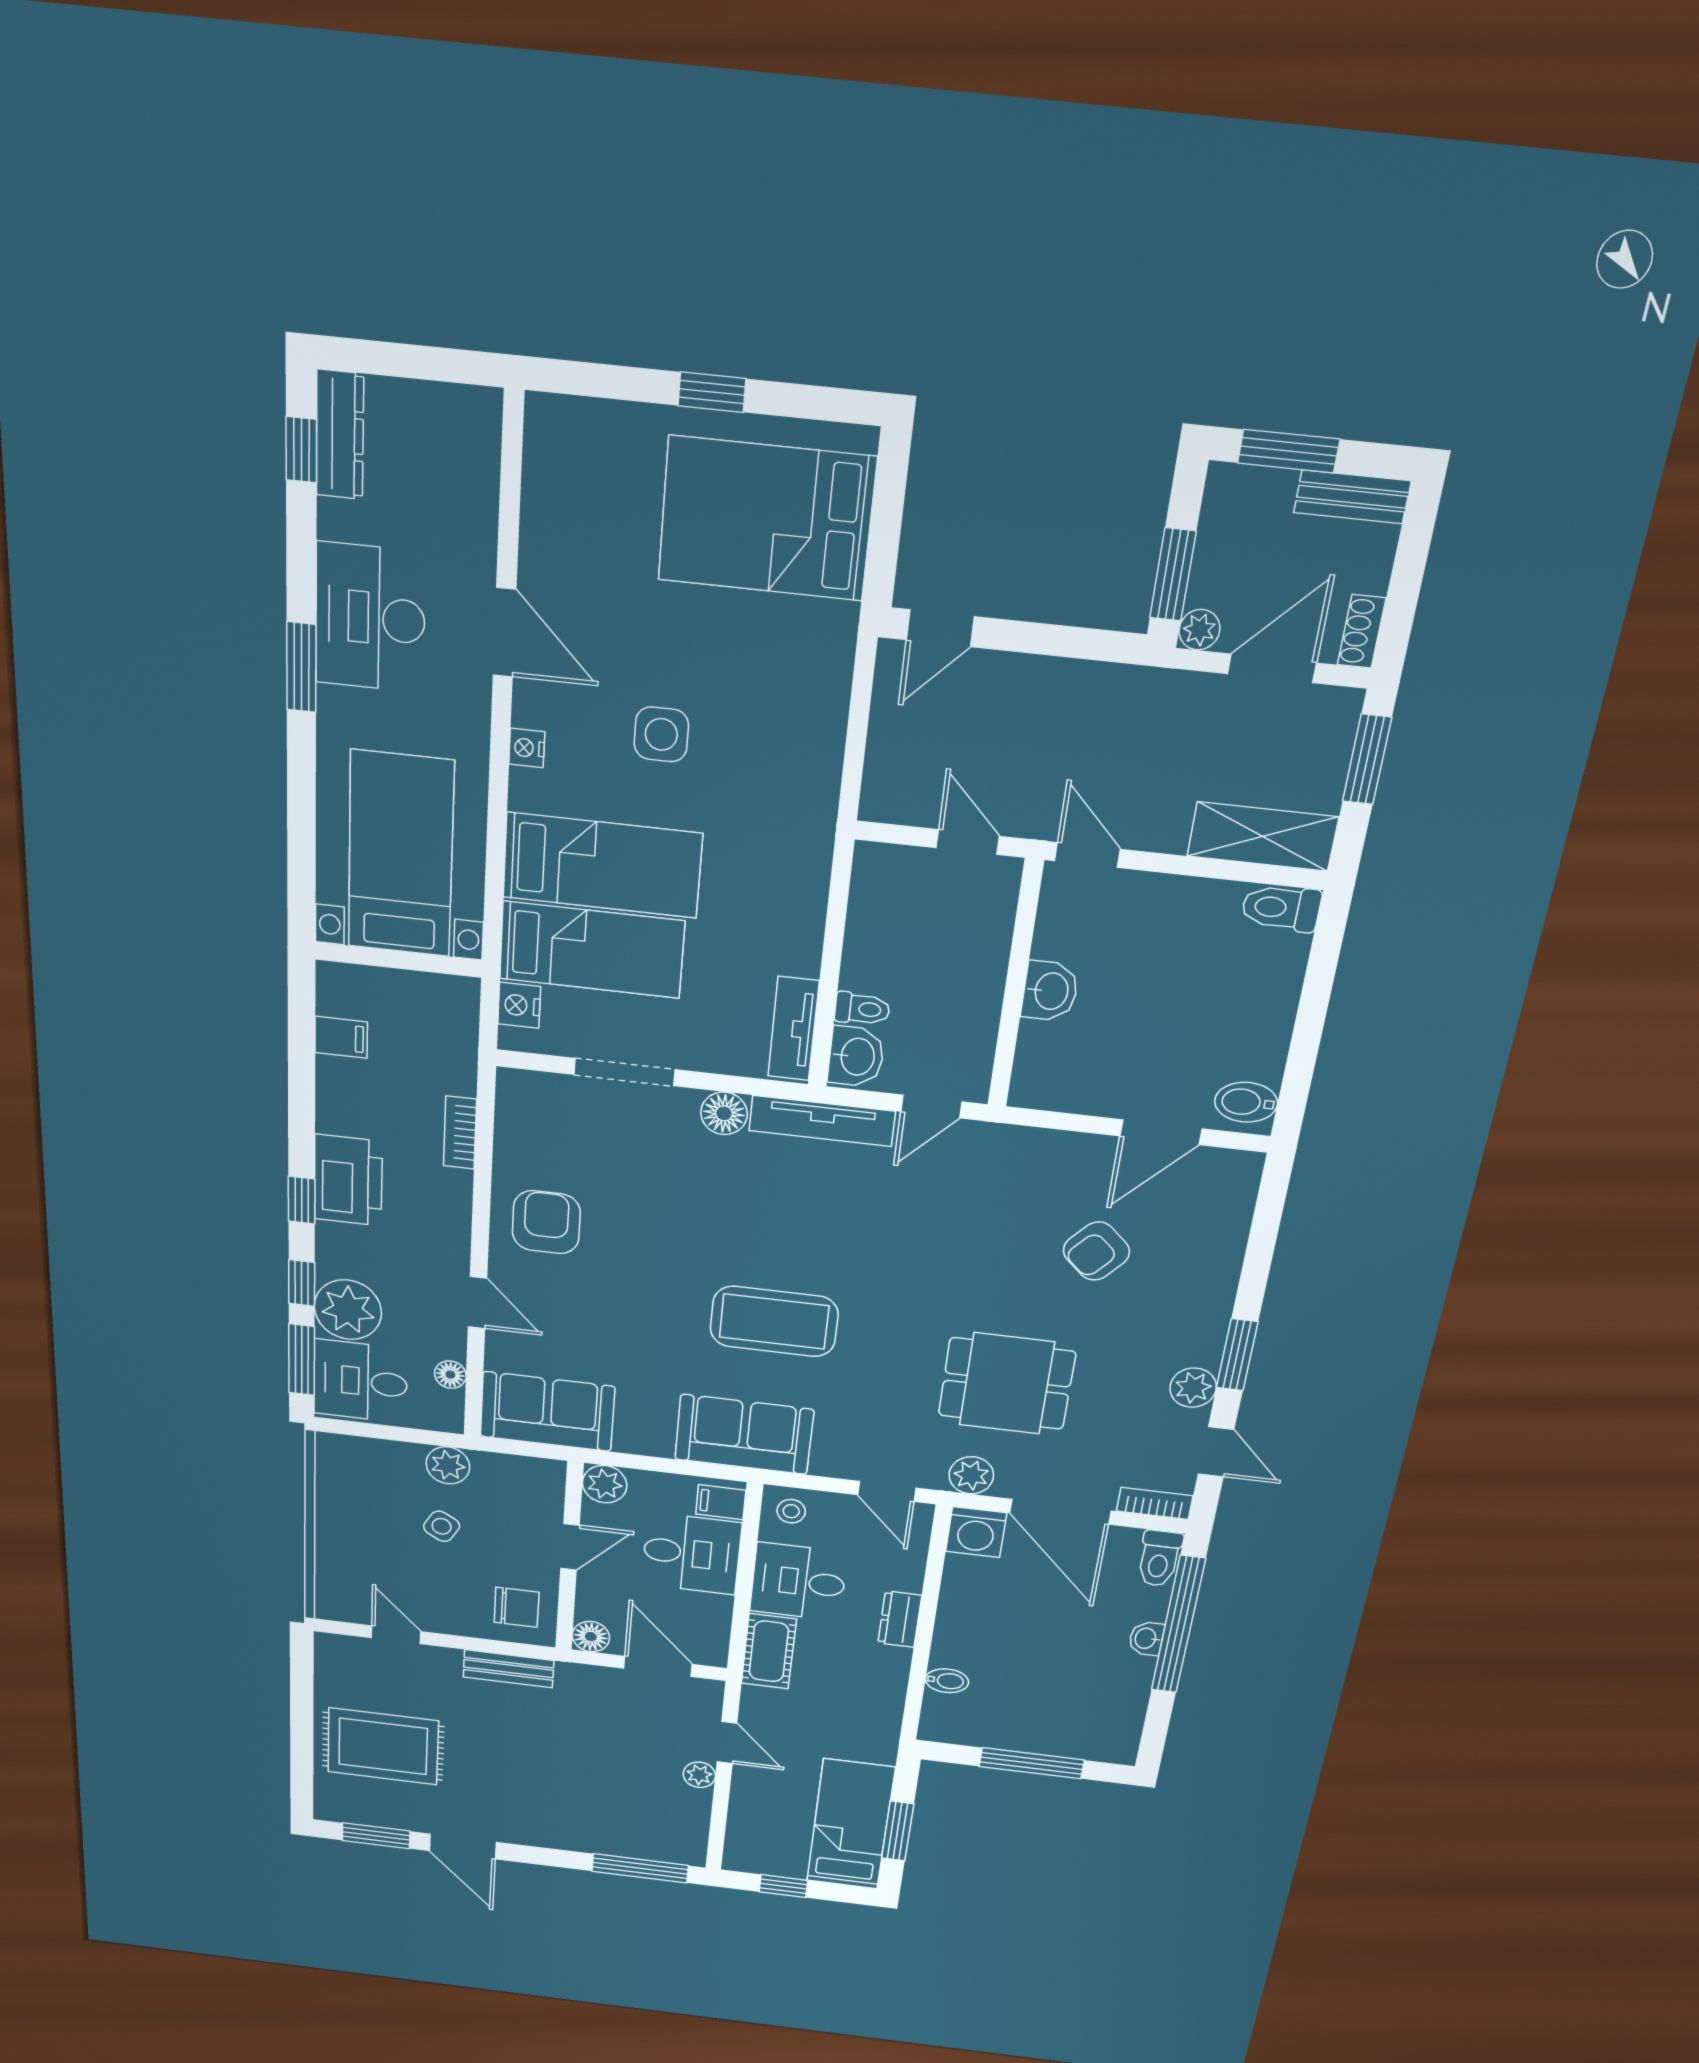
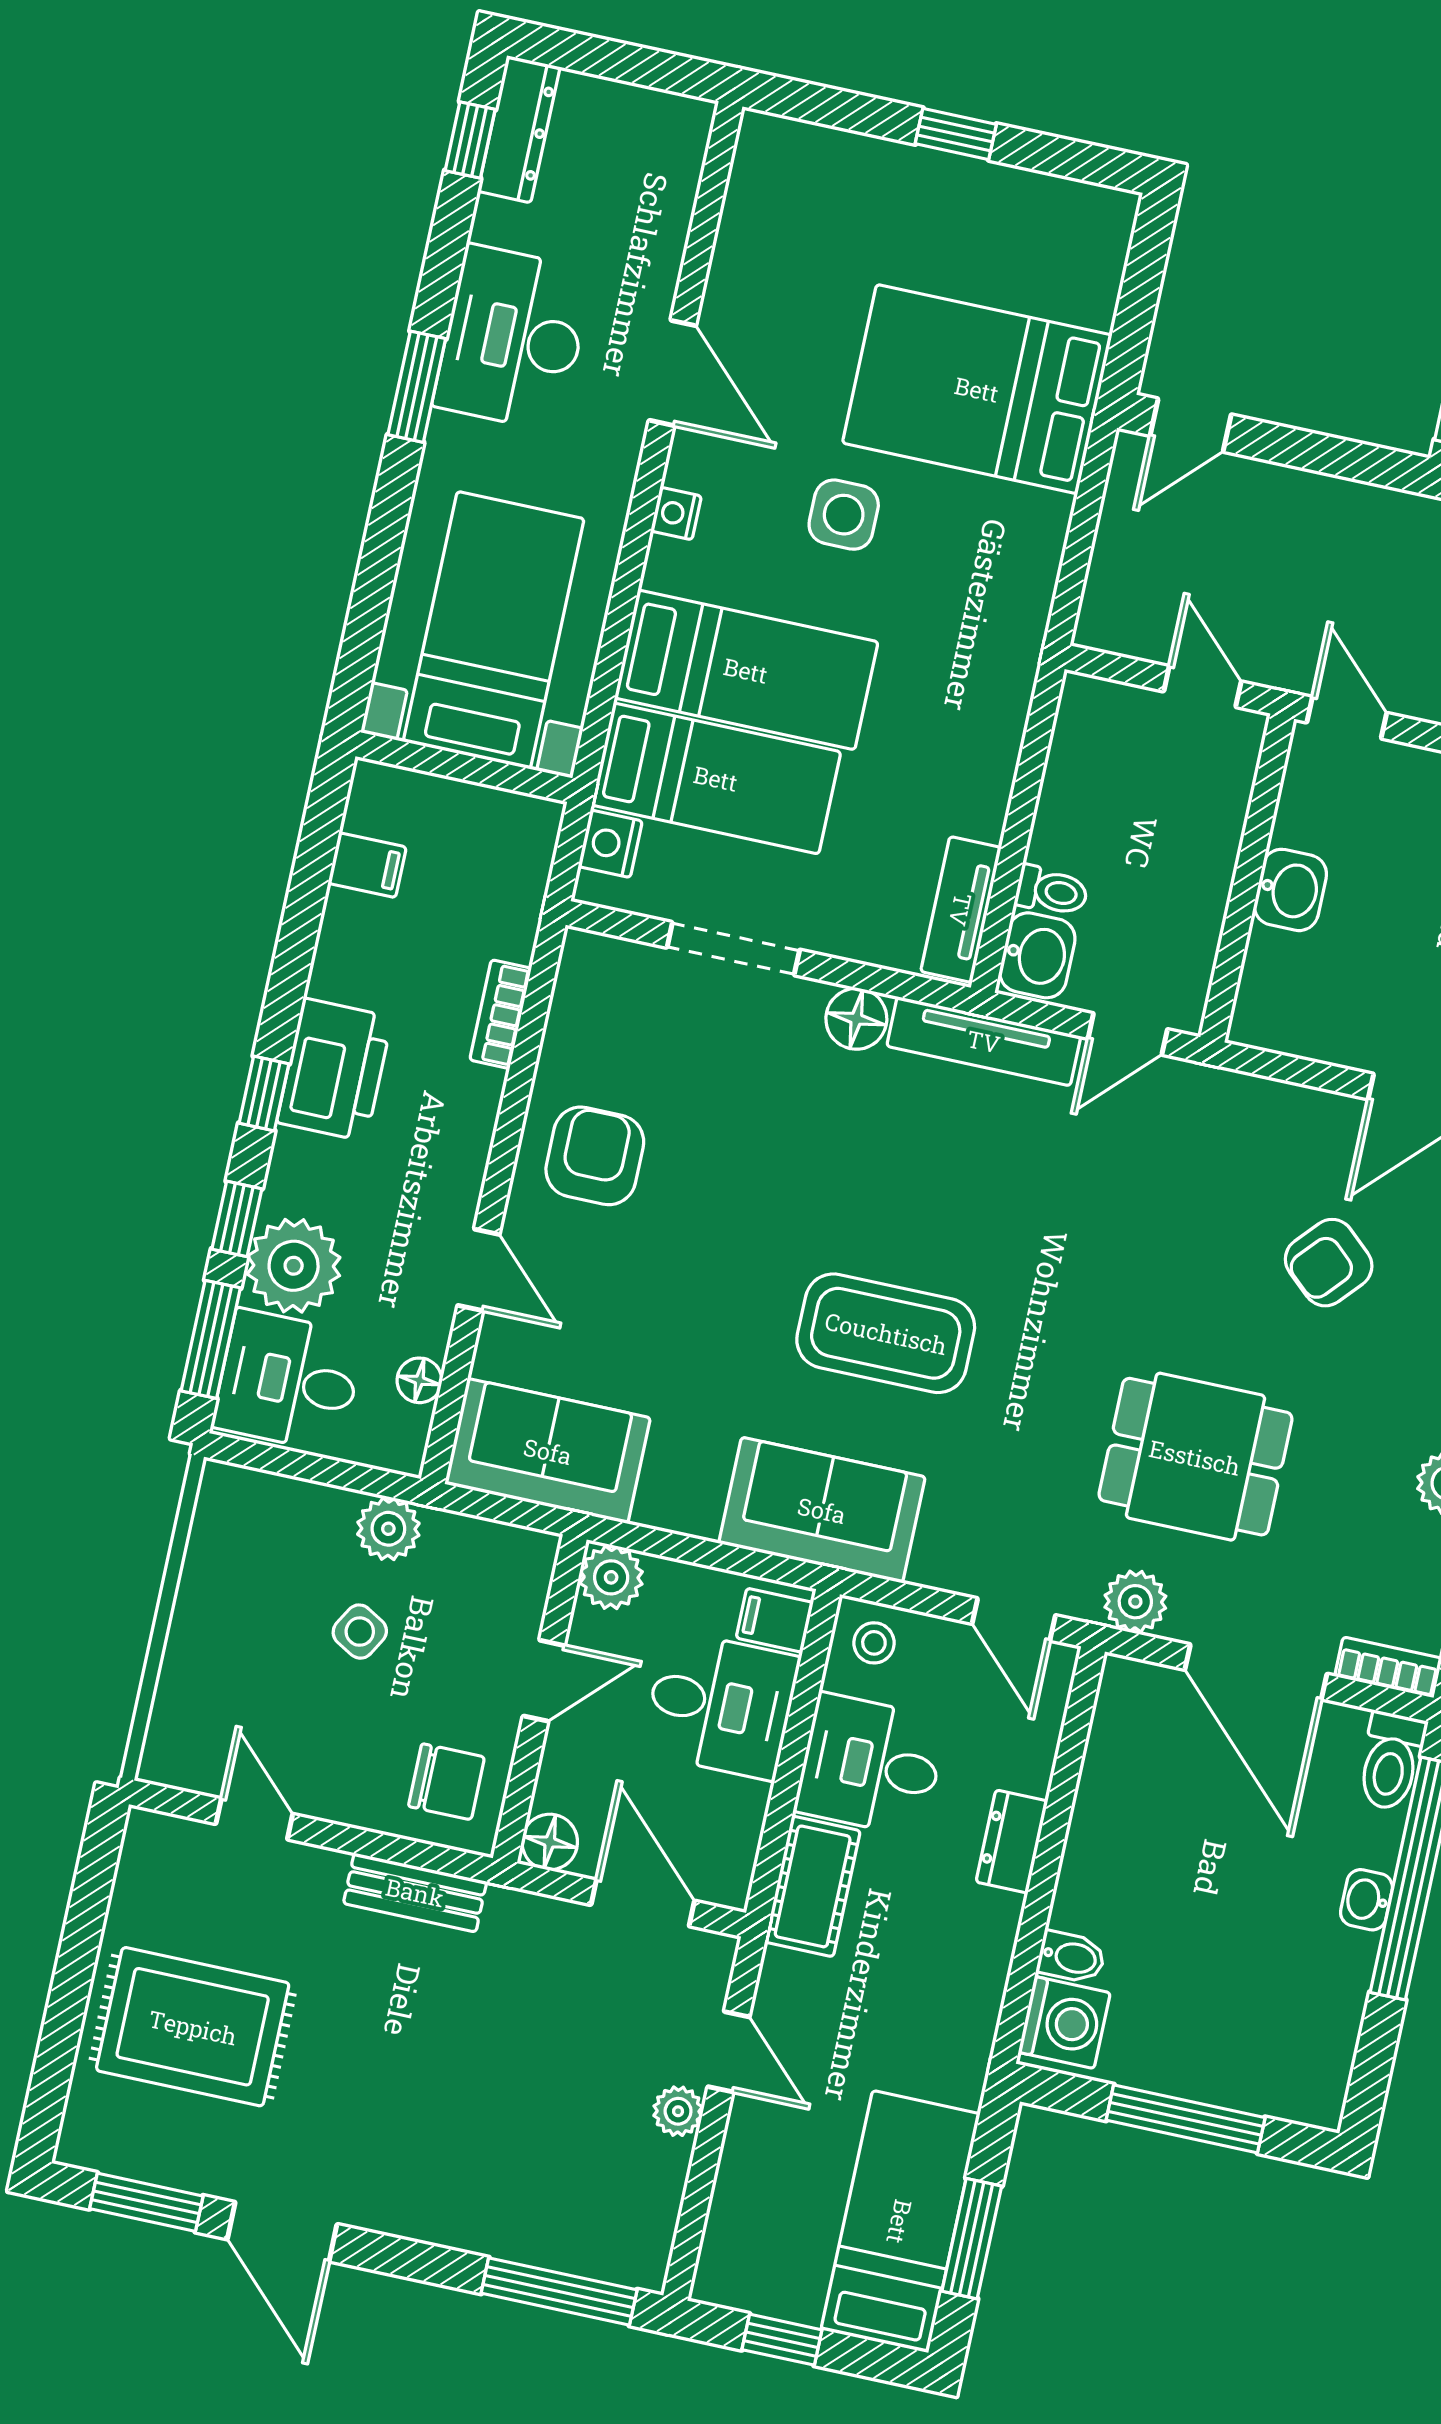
bed: (766, 519) -> (977, 389), moved
washing machine: (976, 1532) -> (1064, 2023), moved, turned -90

